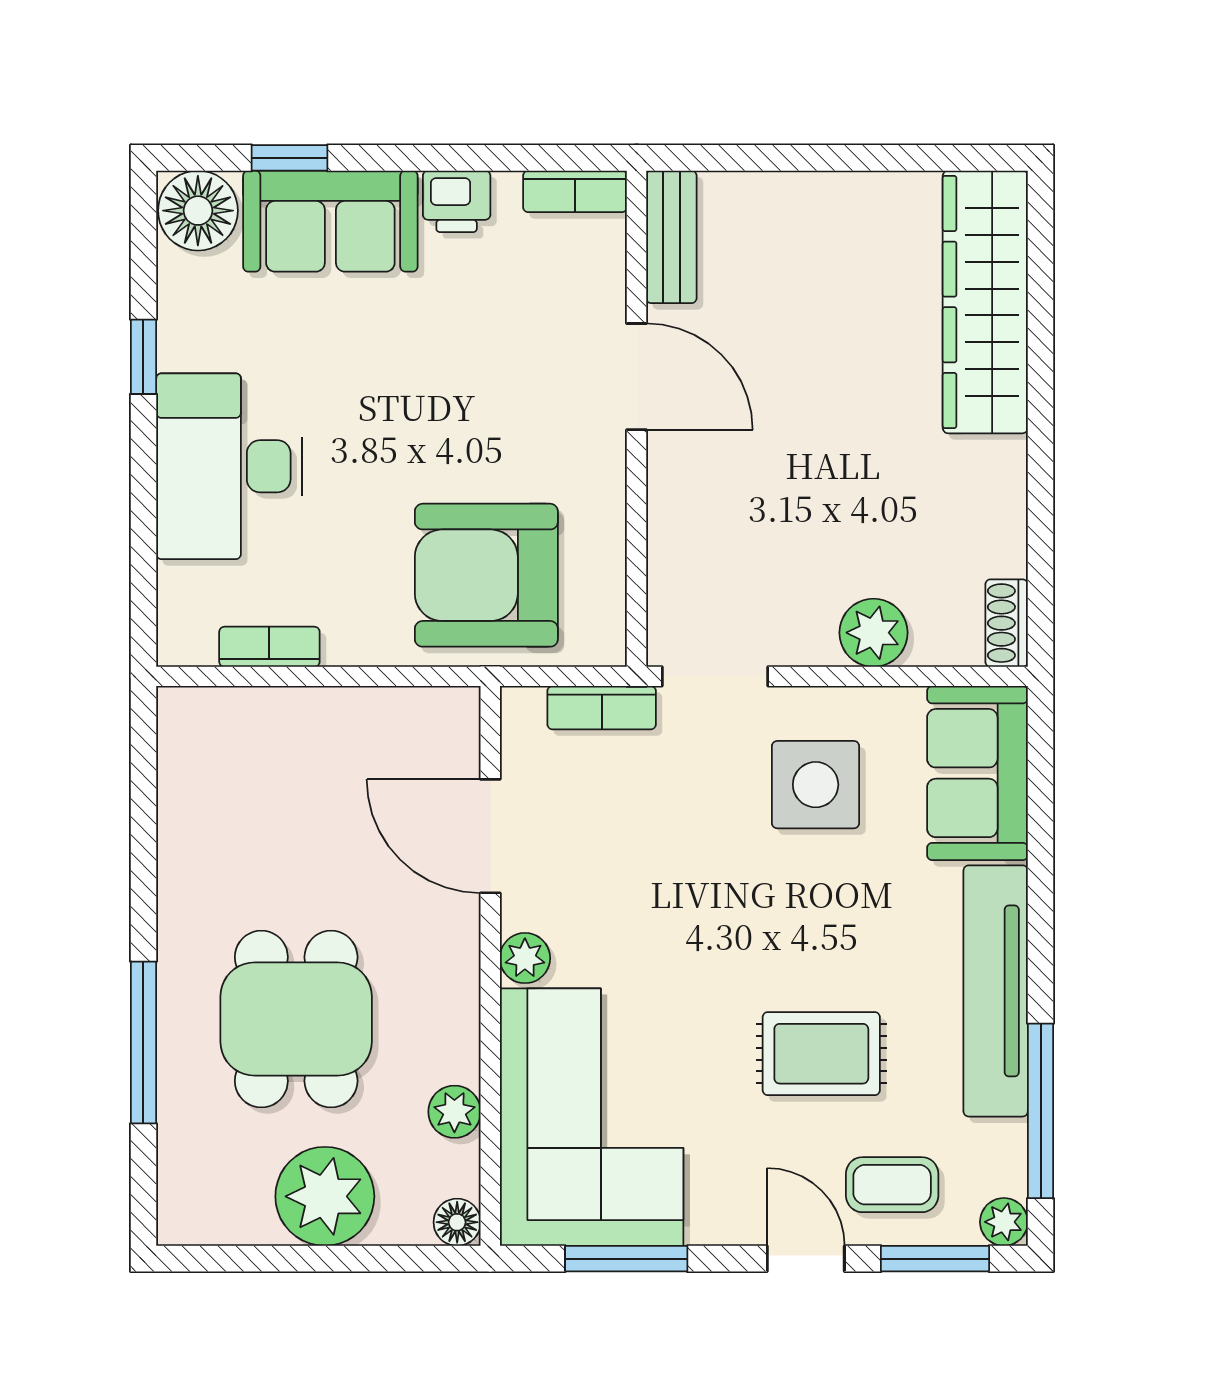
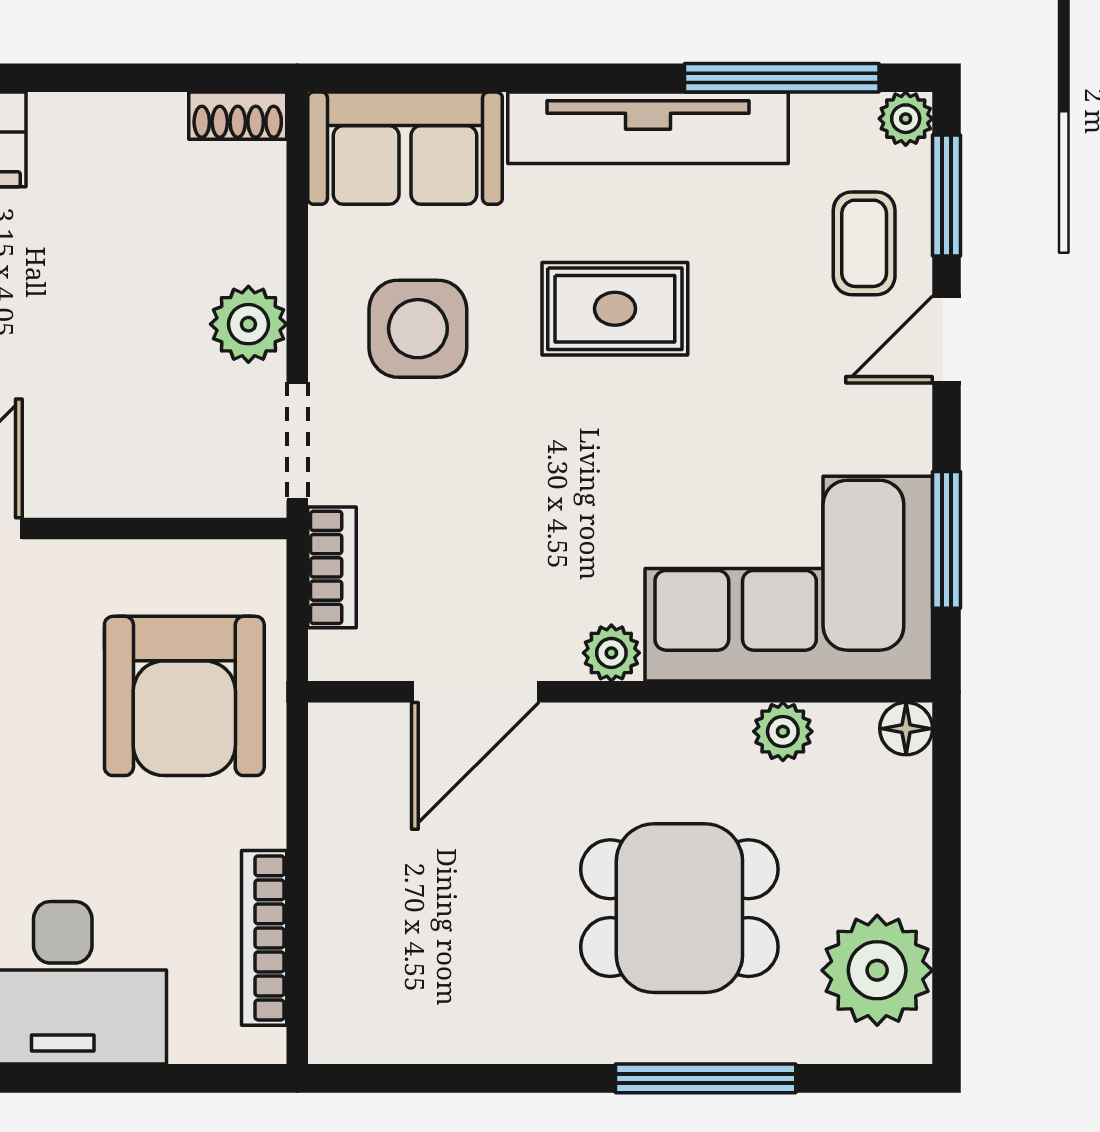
plant: (874, 633) -> (248, 324), moved
bookcase: (269, 647) -> (264, 938), width x1.56
rug: (821, 1054) -> (615, 309), moved, turned 90
plant: (325, 1196) -> (877, 970), moved

